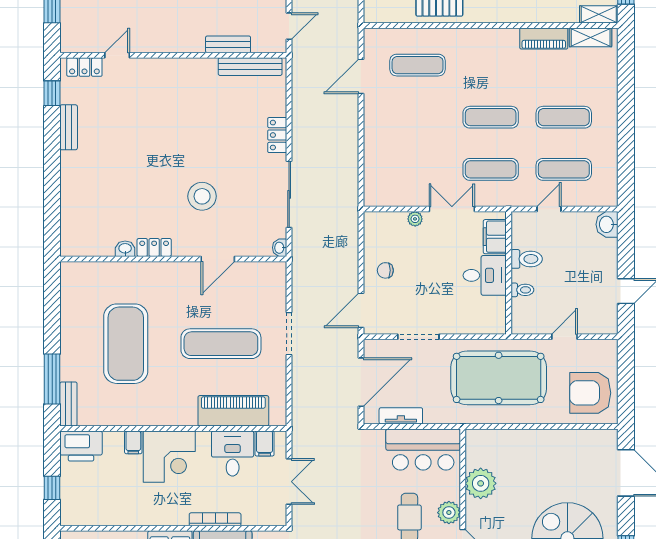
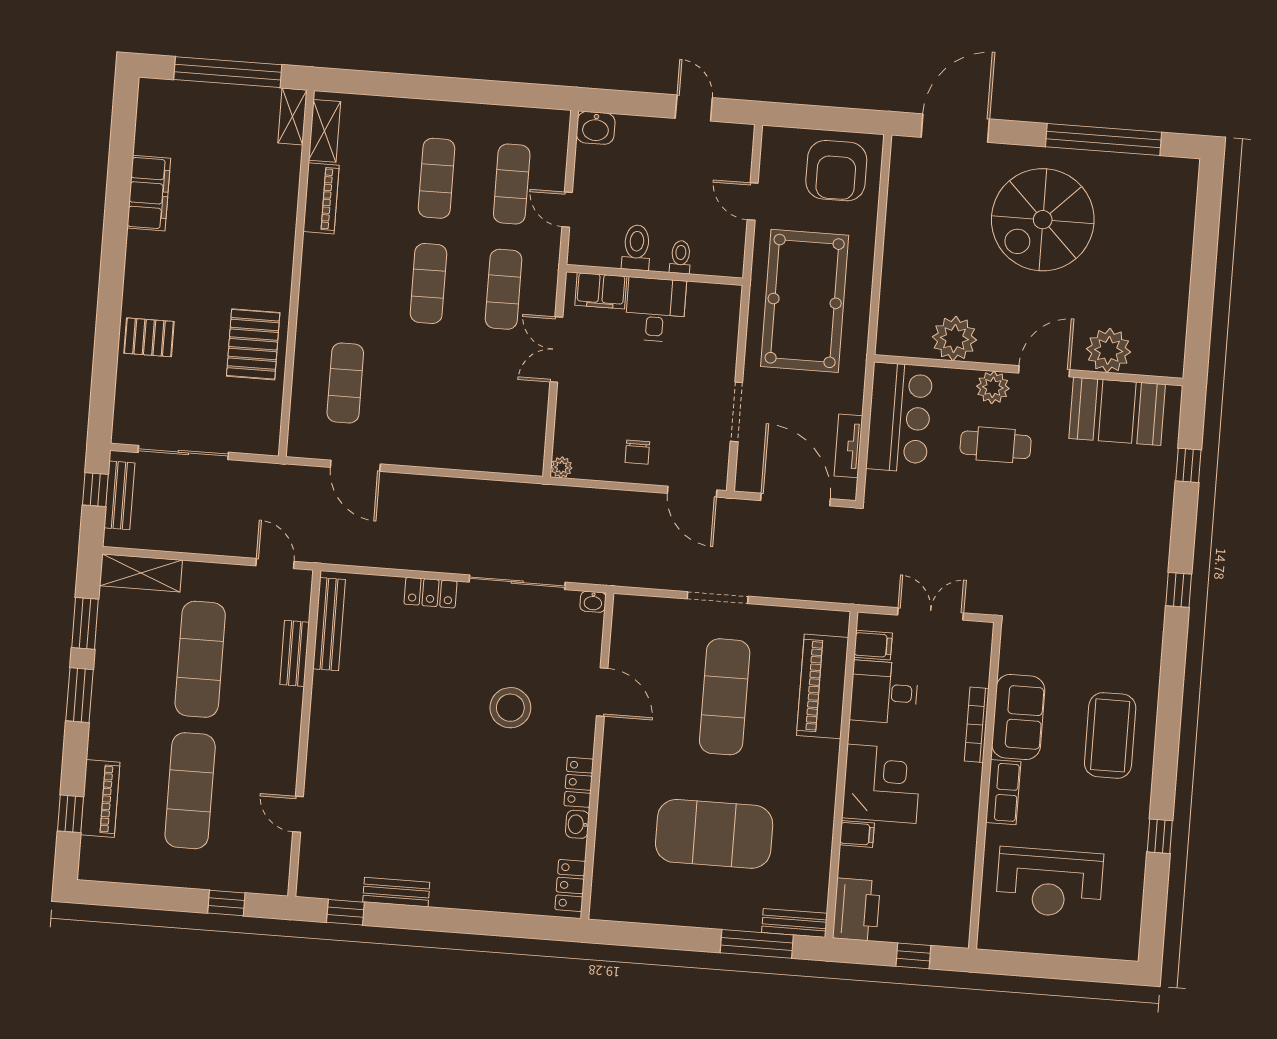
locker: (84, 67) -> (570, 885), moved, turned 180
plant: (415, 219) -> (562, 467), moved

